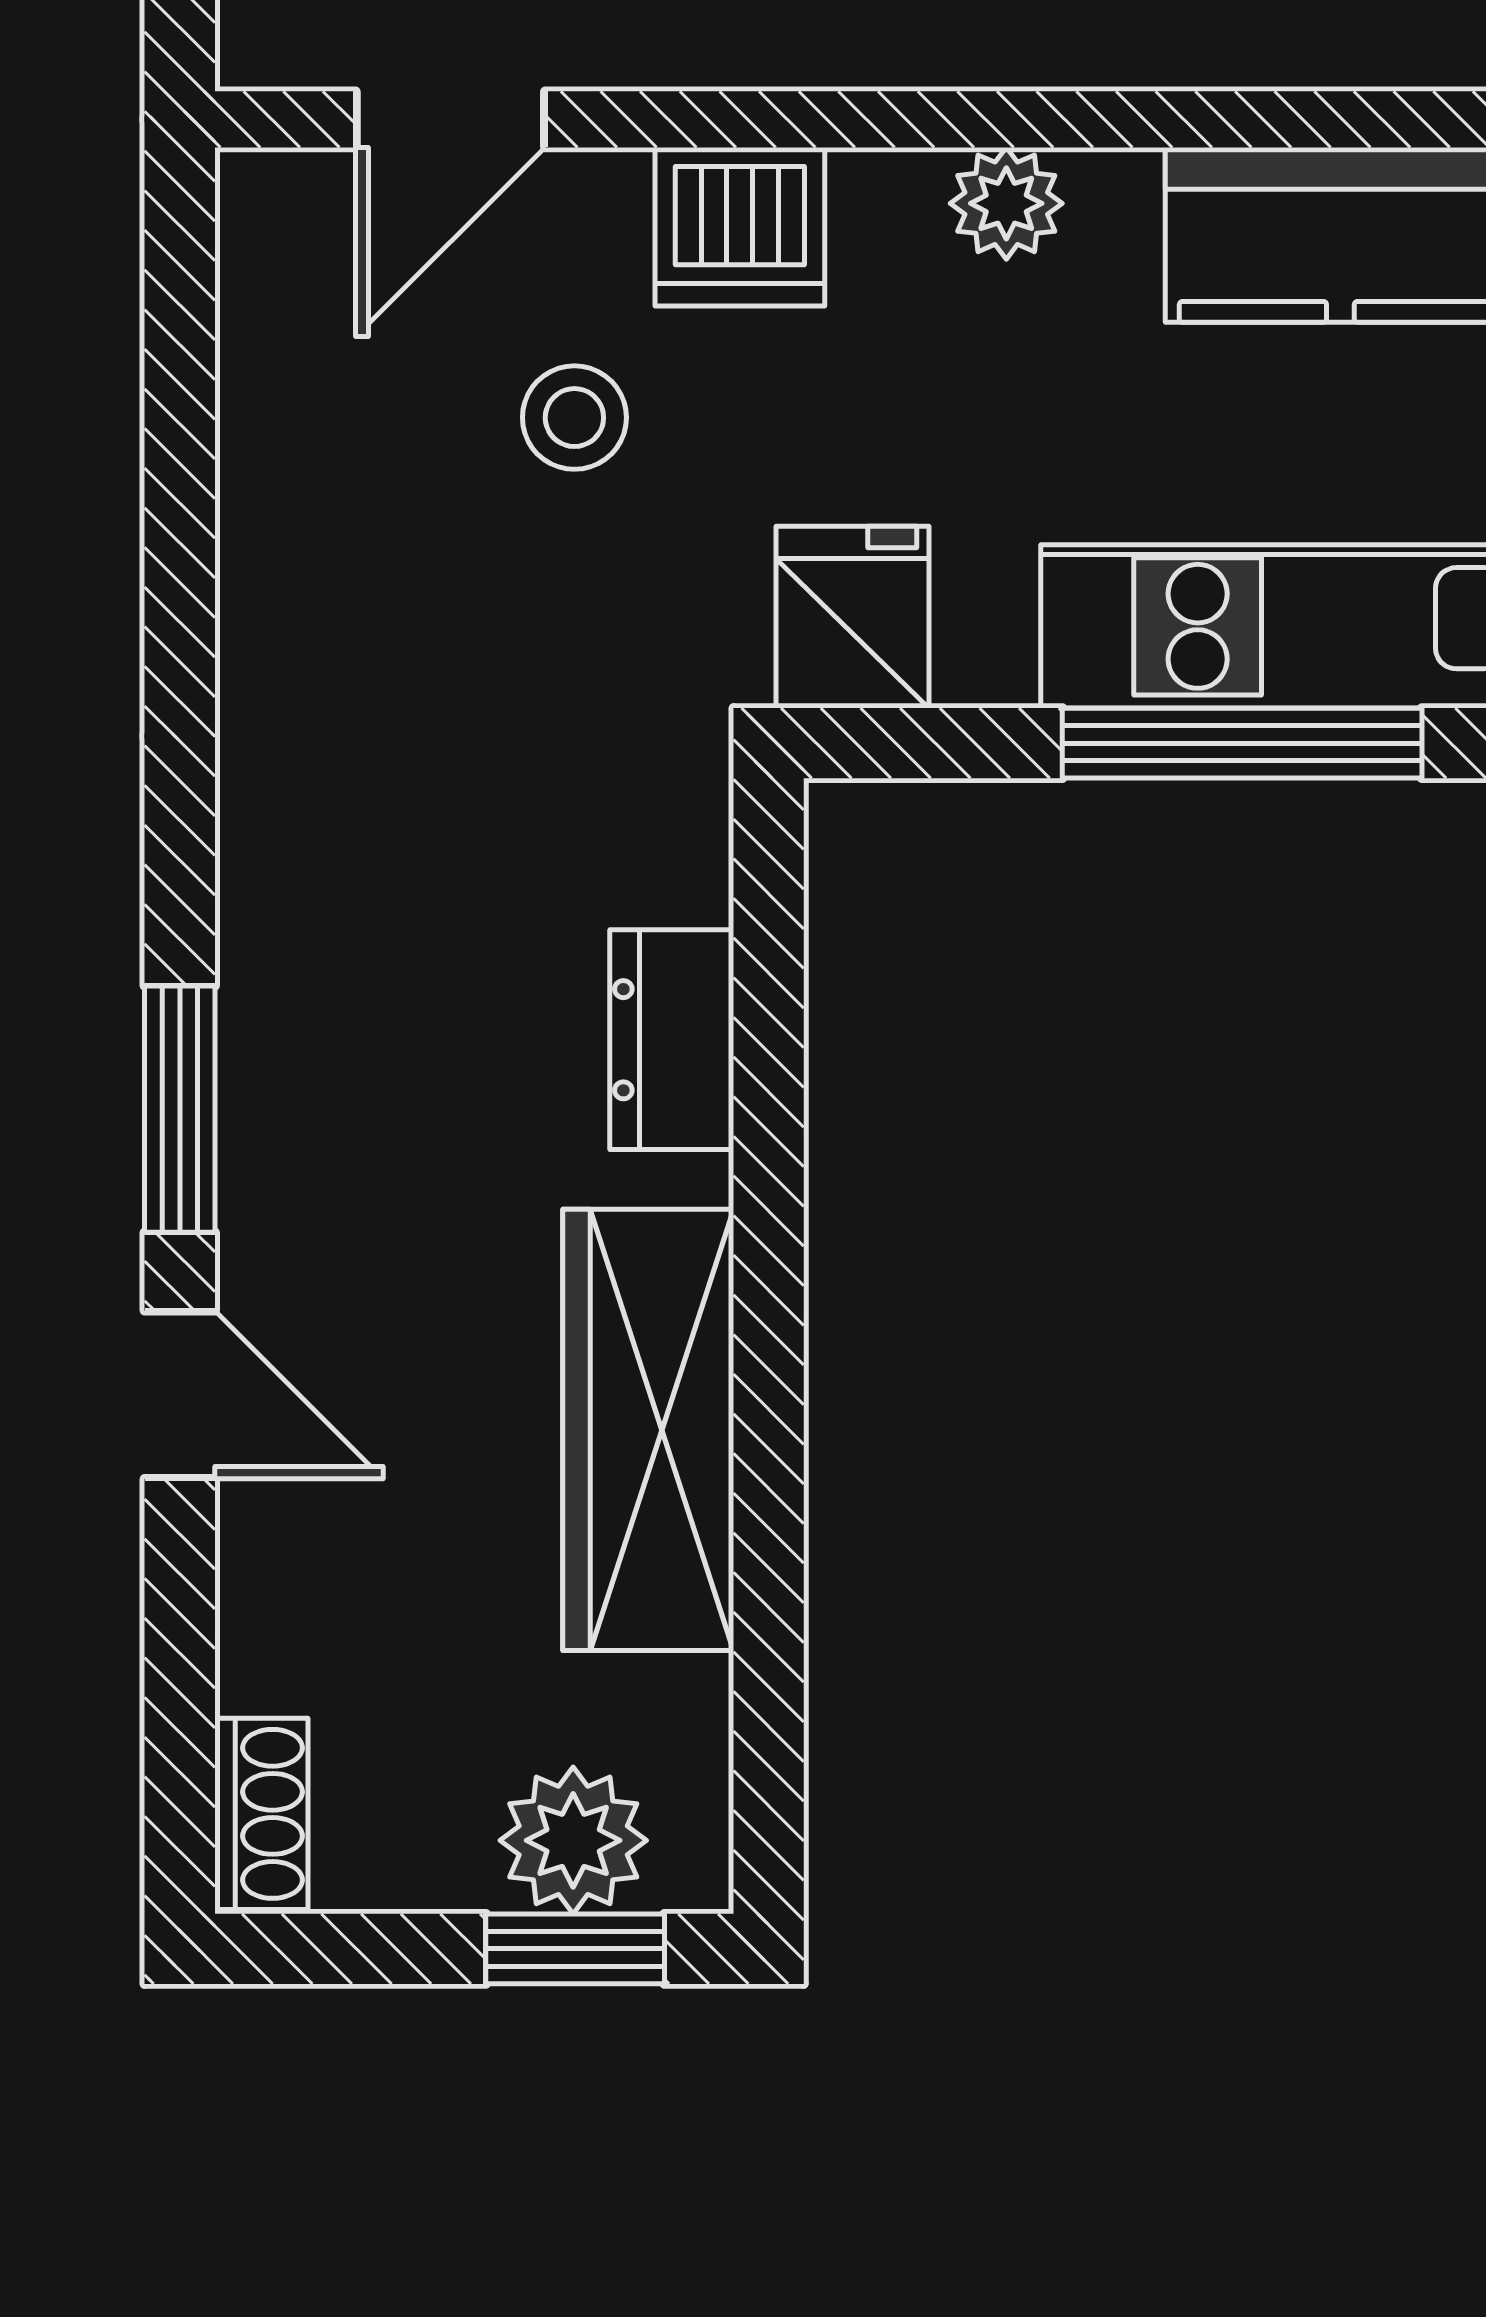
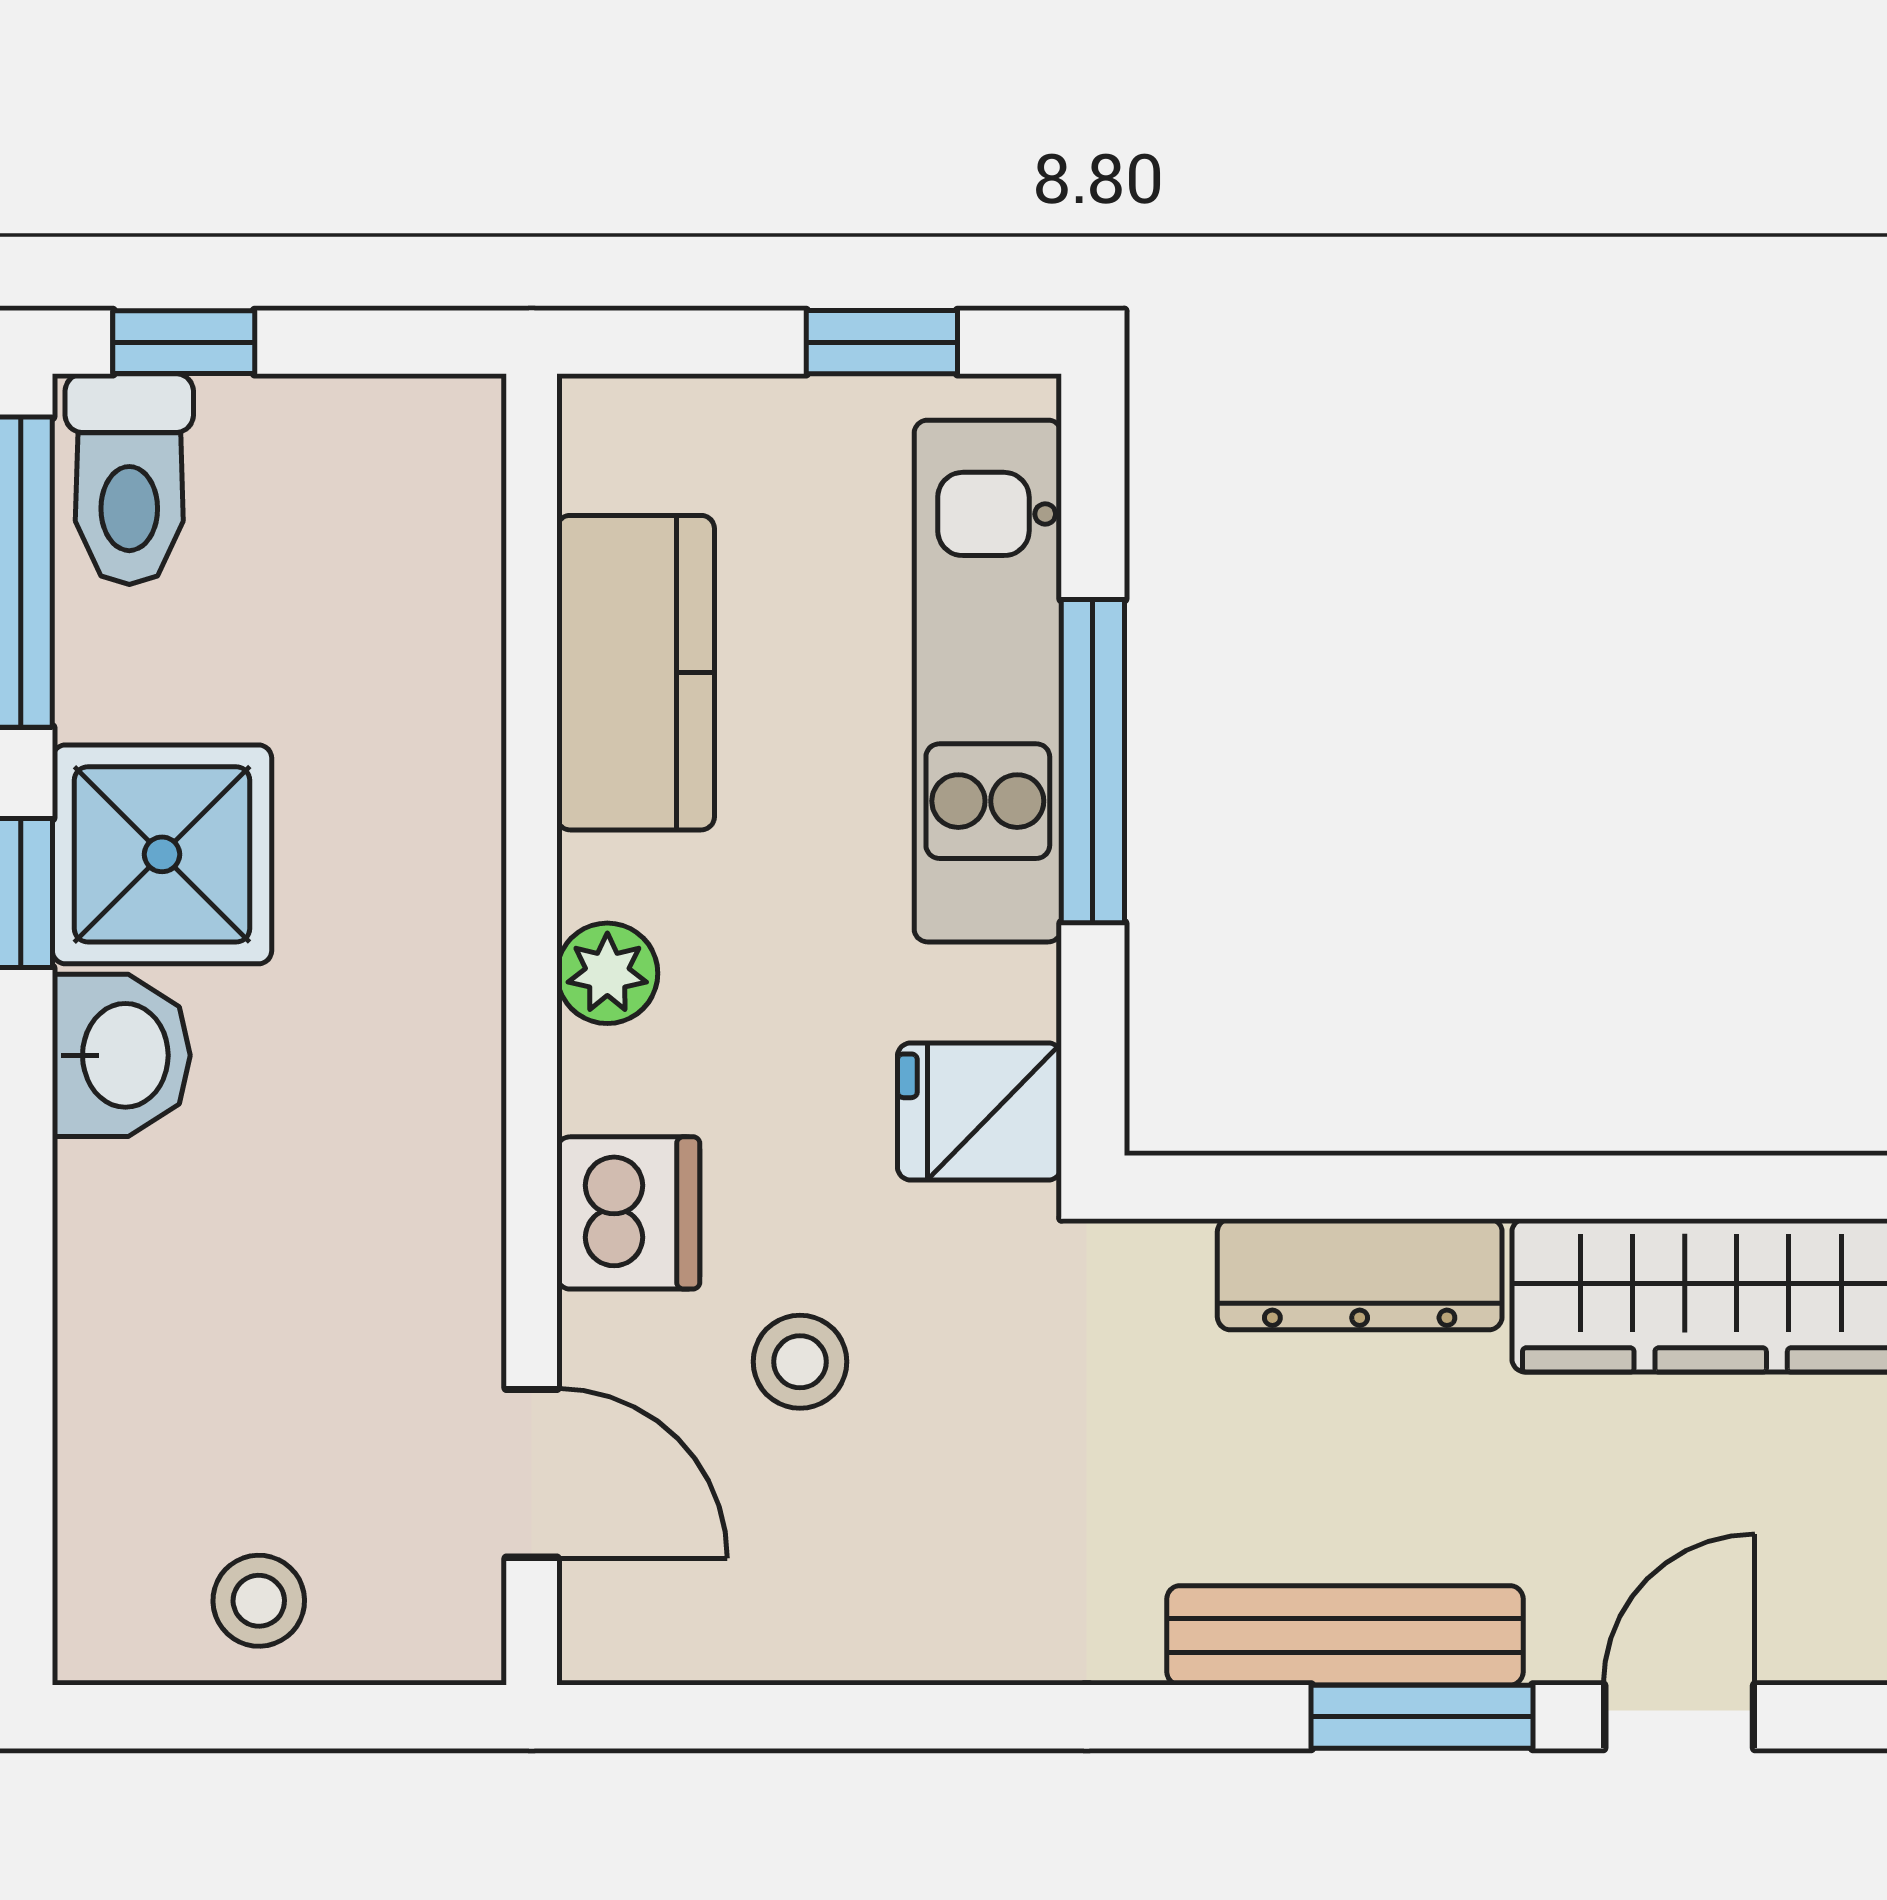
bench: (270, 1023) -> (1345, 1635), added
dresser: (672, 1040) -> (1360, 1274), width x1.44

